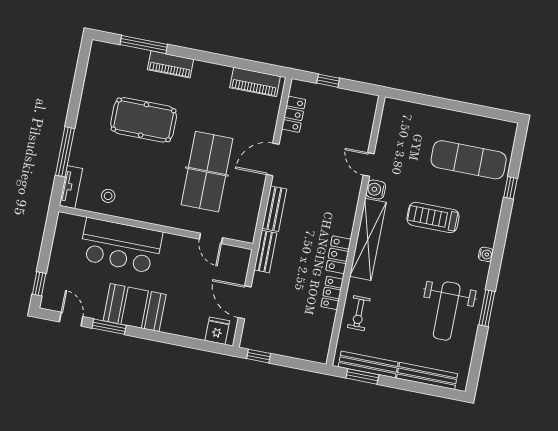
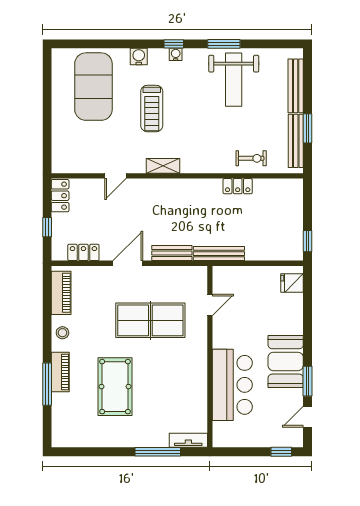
window: (144, 45) -> (47, 384), moved
door: (273, 159) -> (128, 263), swing flipped
exercise mat: (469, 160) -> (93, 87), width x1.47
window: (510, 188) -> (174, 44), moved
water cooler: (376, 189) -> (139, 57), moved, turned 180
stool: (108, 196) -> (62, 333), moved
shelving: (368, 239) -> (163, 166), width x0.45, depth x0.75
bench: (265, 251) -> (219, 254), width x1.36
locker: (338, 255) -> (60, 196), moved, turned -90
door: (245, 302) -> (262, 263), removed
weight bench: (447, 311) -> (234, 80), turned 90
window: (362, 376) -> (307, 128), moved

